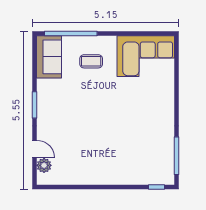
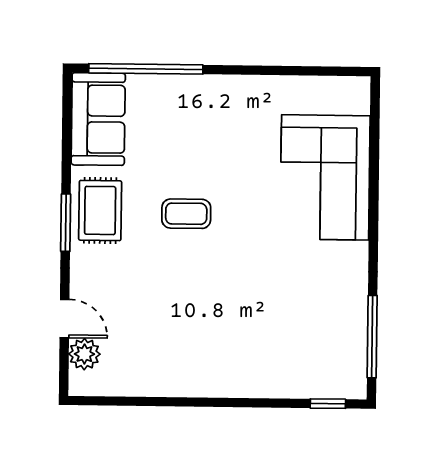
corner sofa: (146, 56) -> (325, 177), moved, turned 90
coffee table: (91, 61) -> (186, 214), moved
rug: (50, 99) -> (100, 210), added

